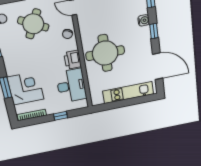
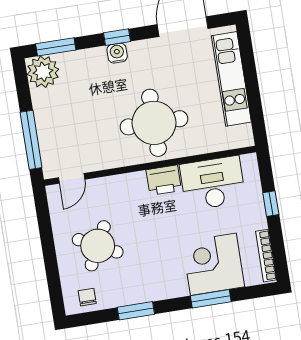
water cooler: (144, 20) -> (117, 53), moved
chair: (67, 34) -> (117, 188), removed

